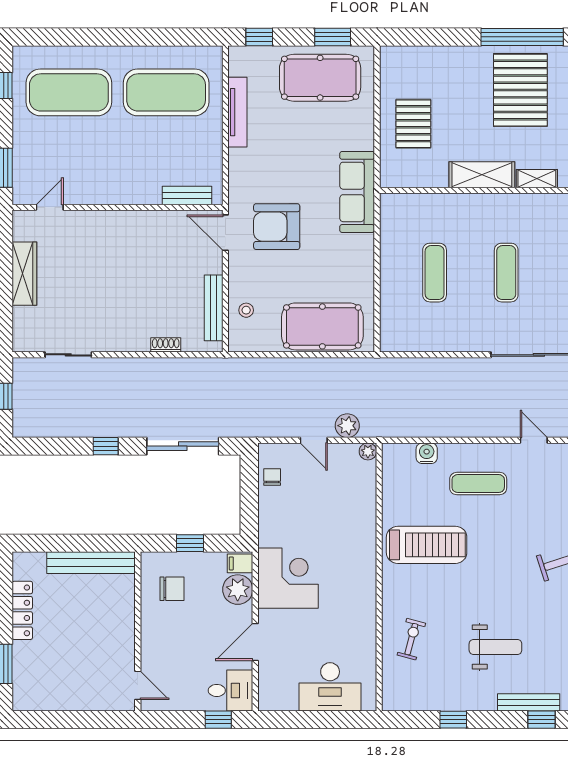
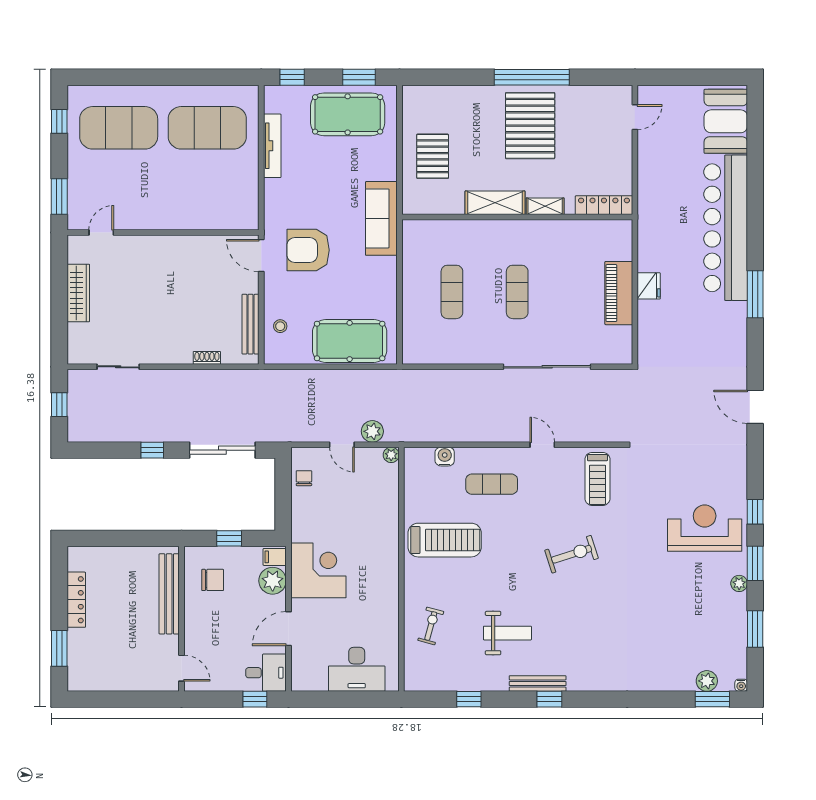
bench: (187, 195) -> (226, 222), removed
bench: (91, 563) -> (169, 594), moved, turned 90

